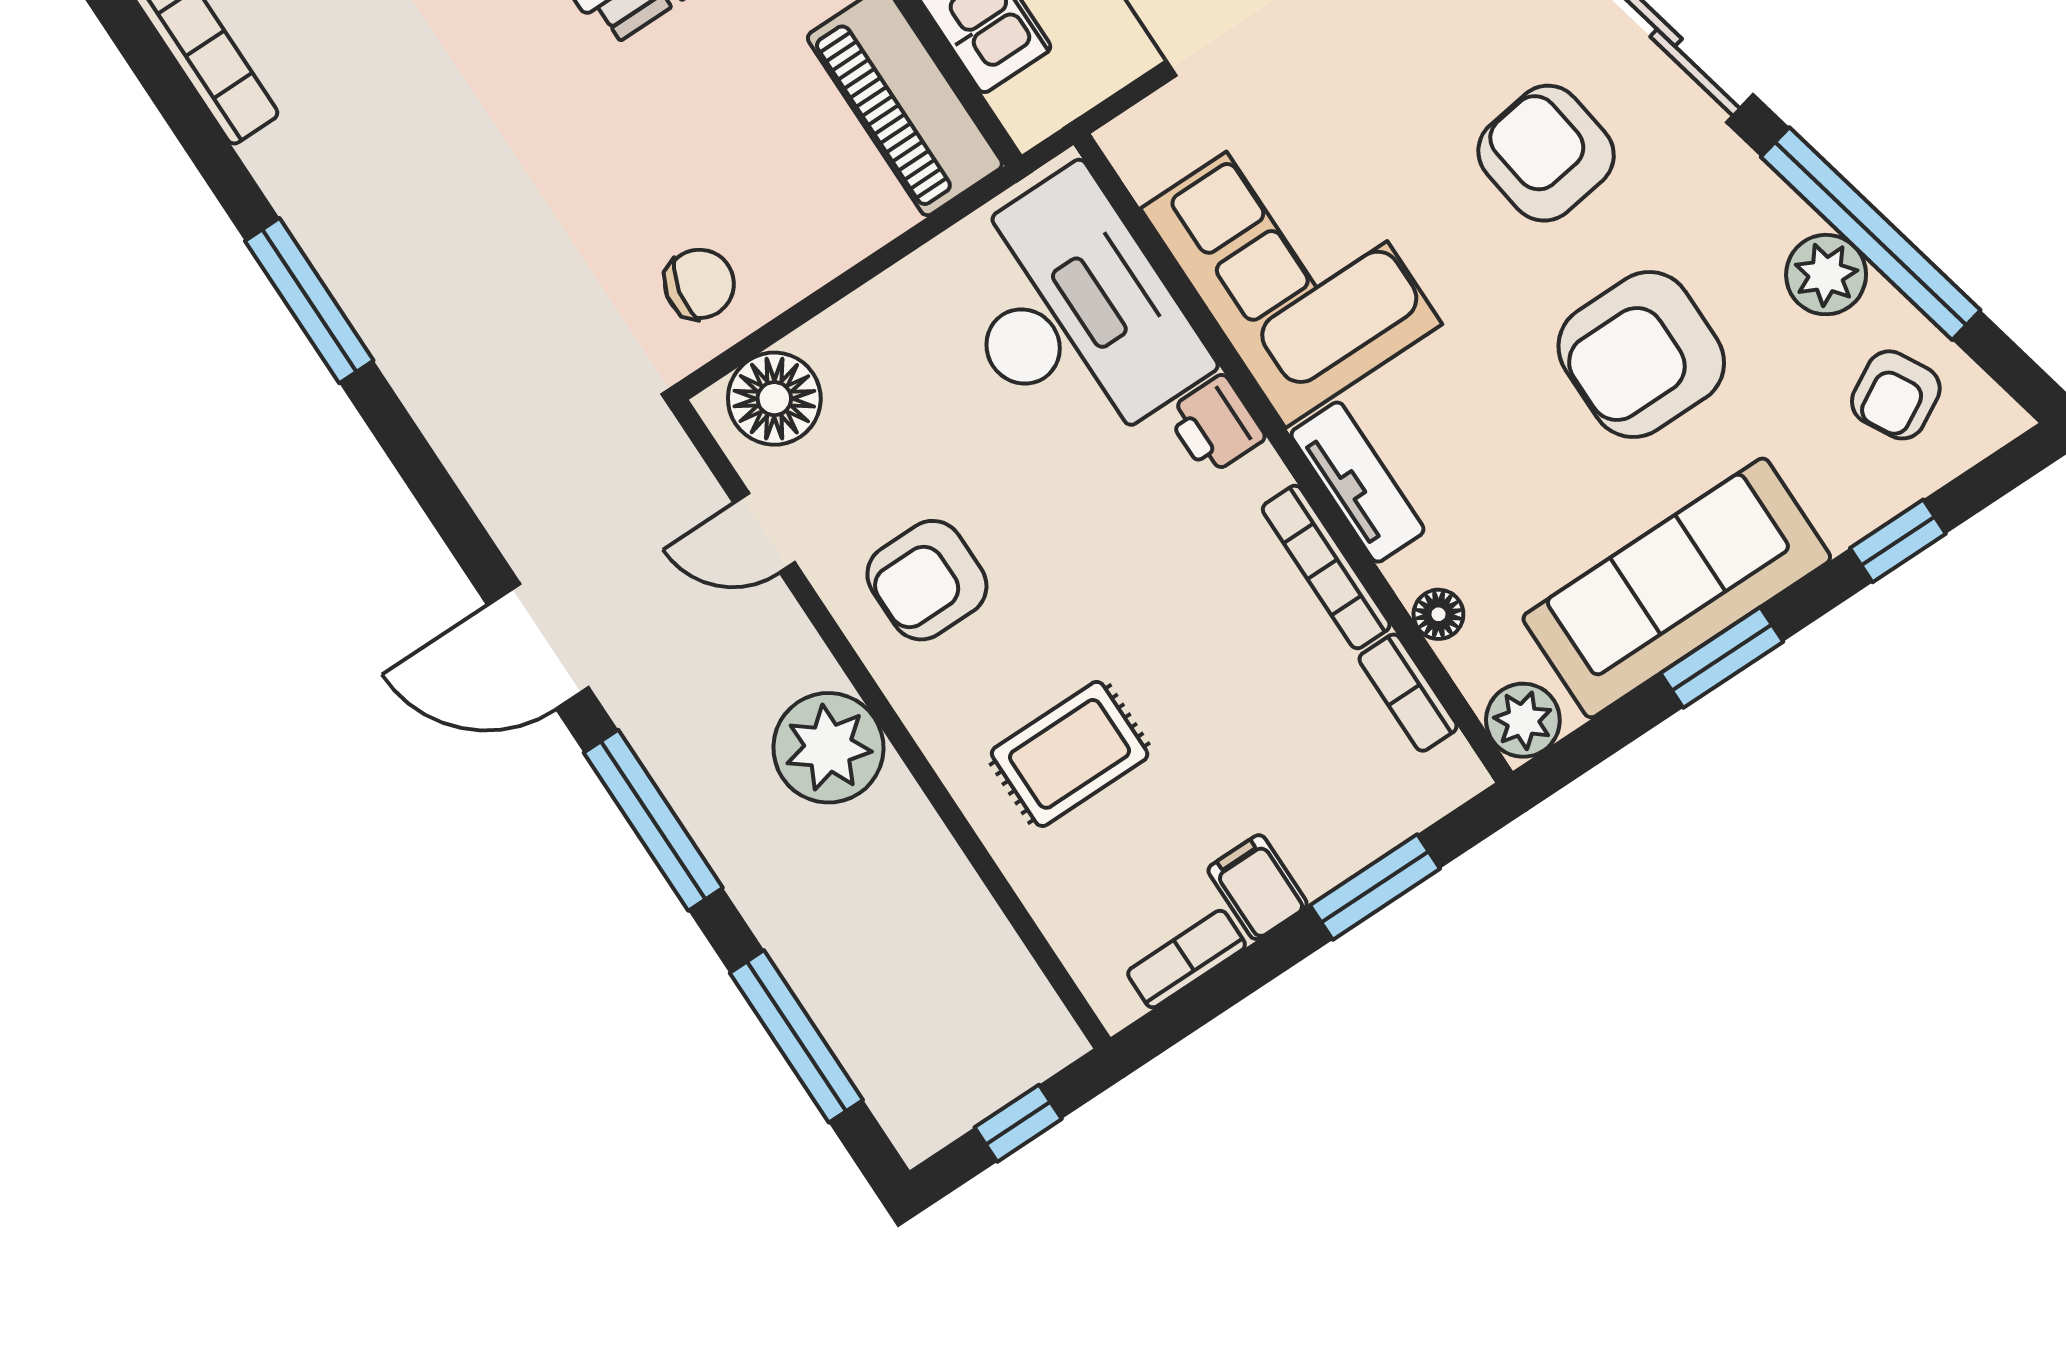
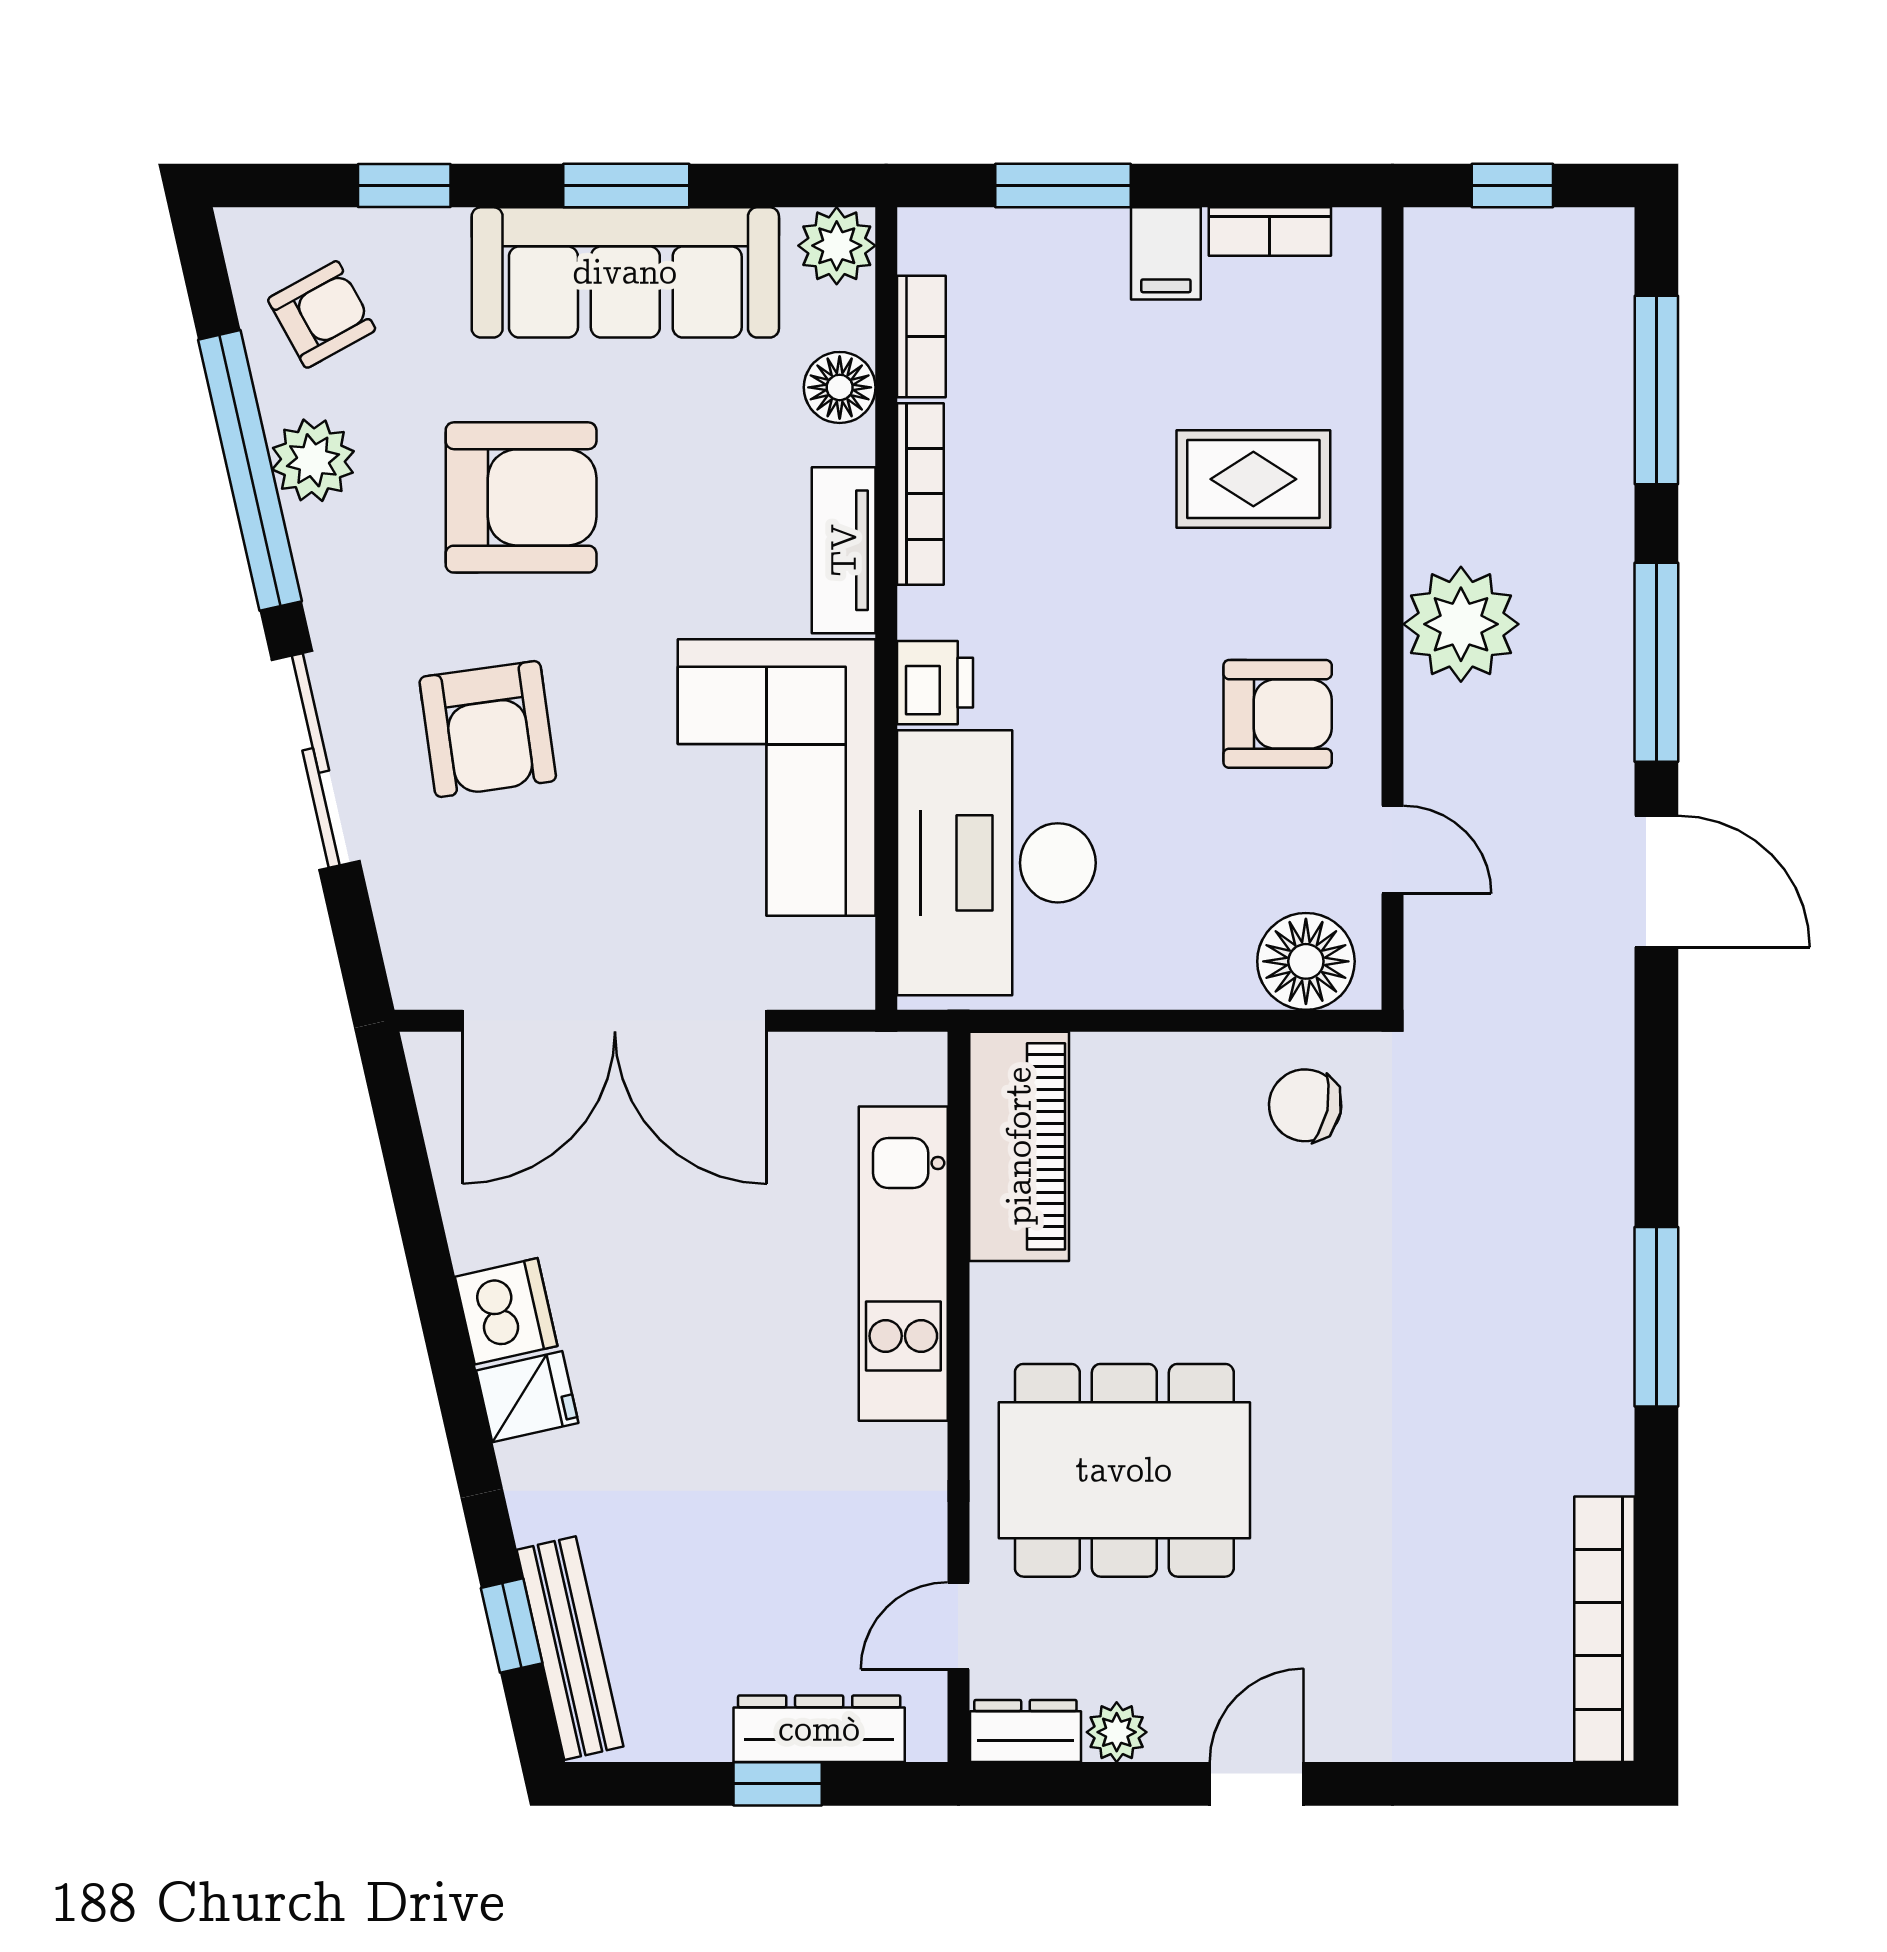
floor lamp: (1438, 614) -> (840, 387), width x1.37, depth x1.37

